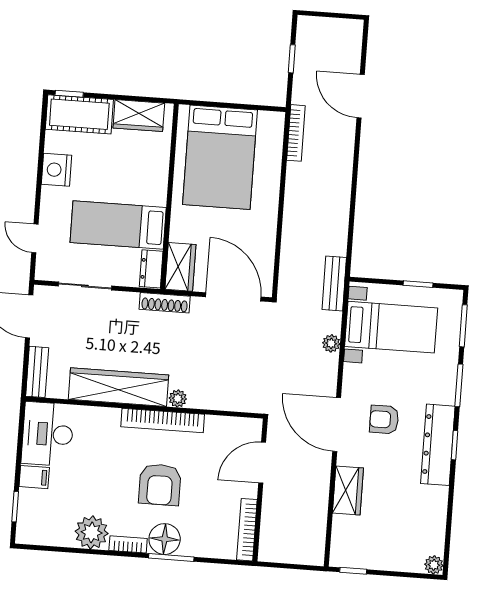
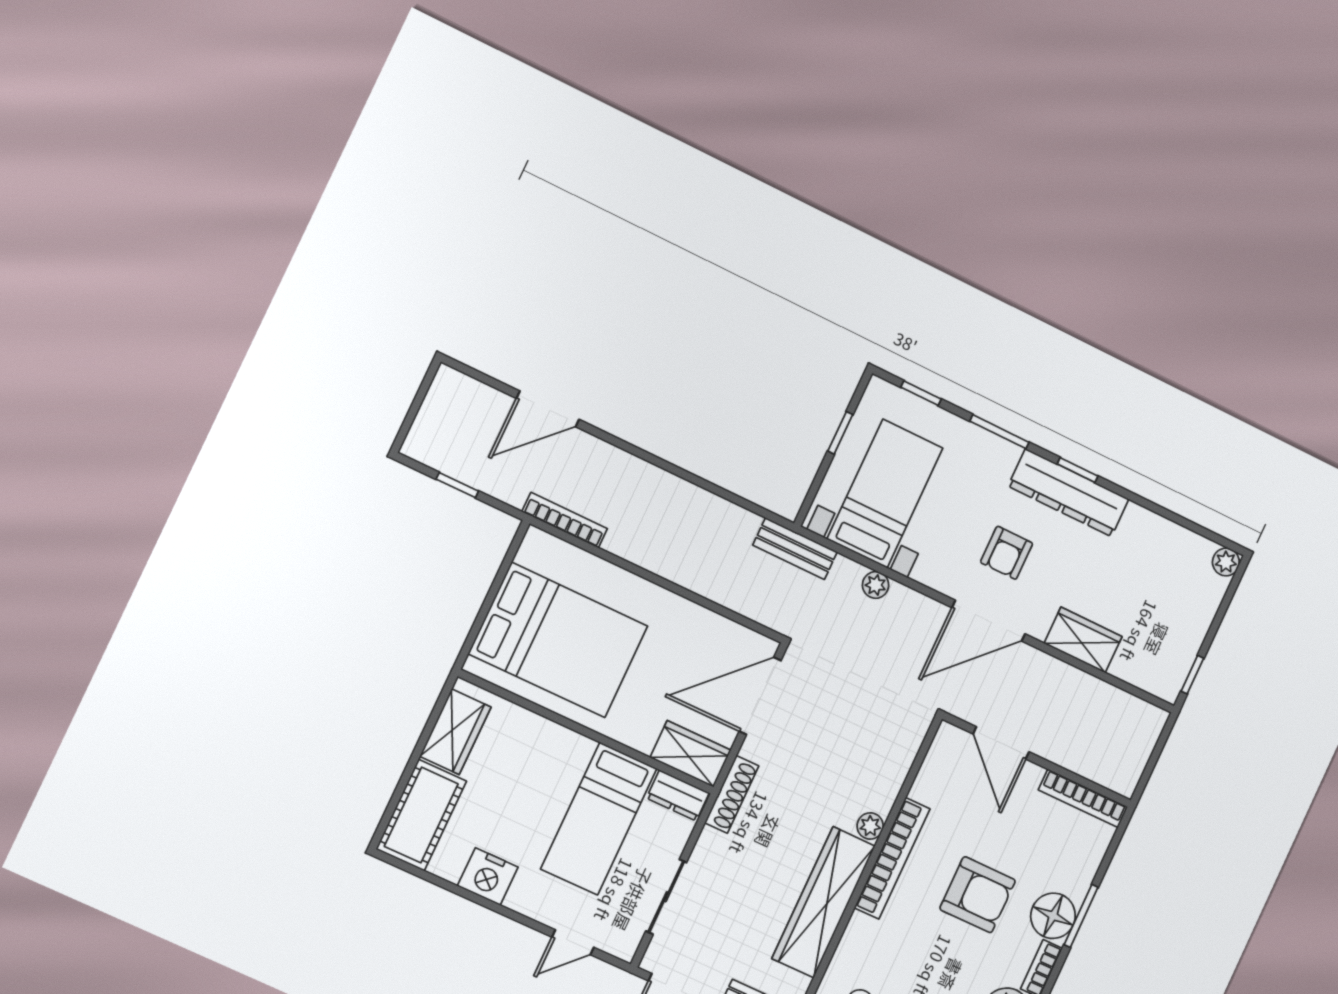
window: (69, 94) -> (386, 818), removed
window: (463, 326) -> (921, 393), width x0.67

